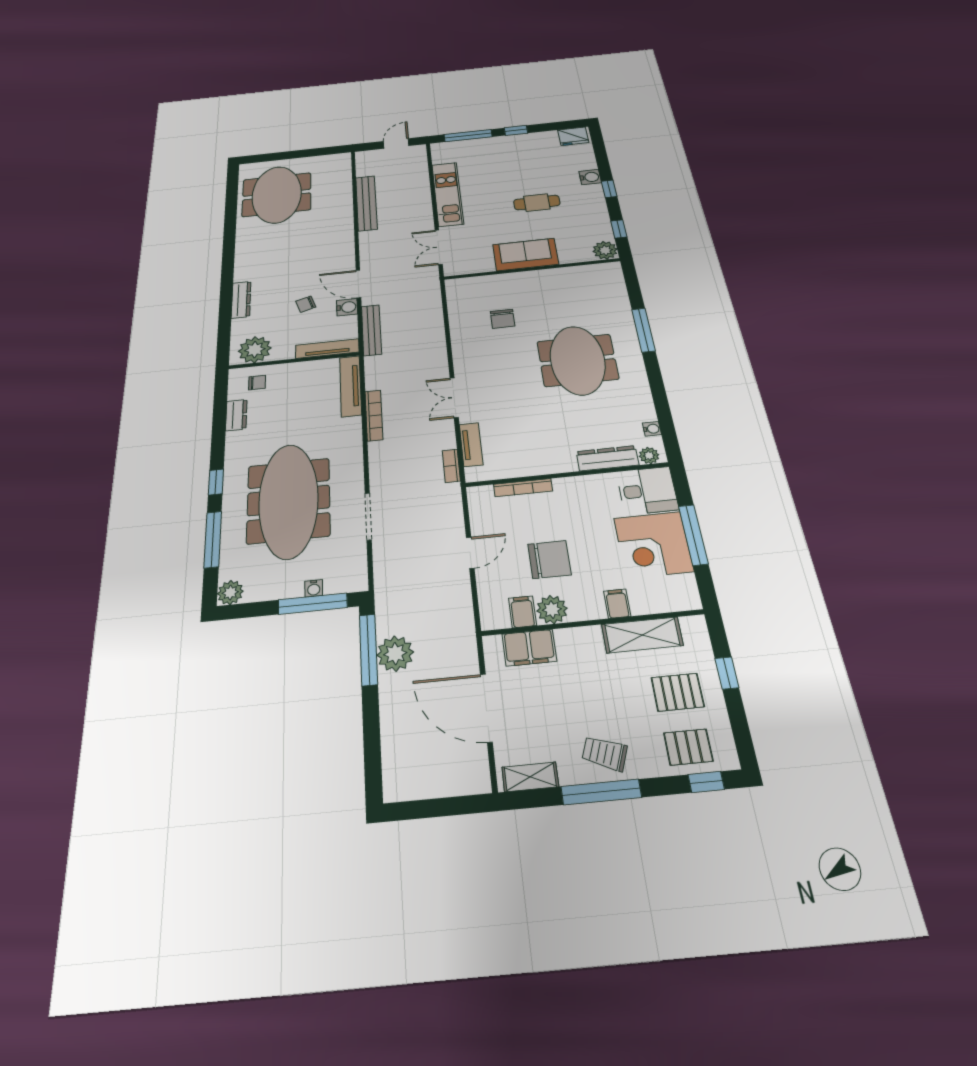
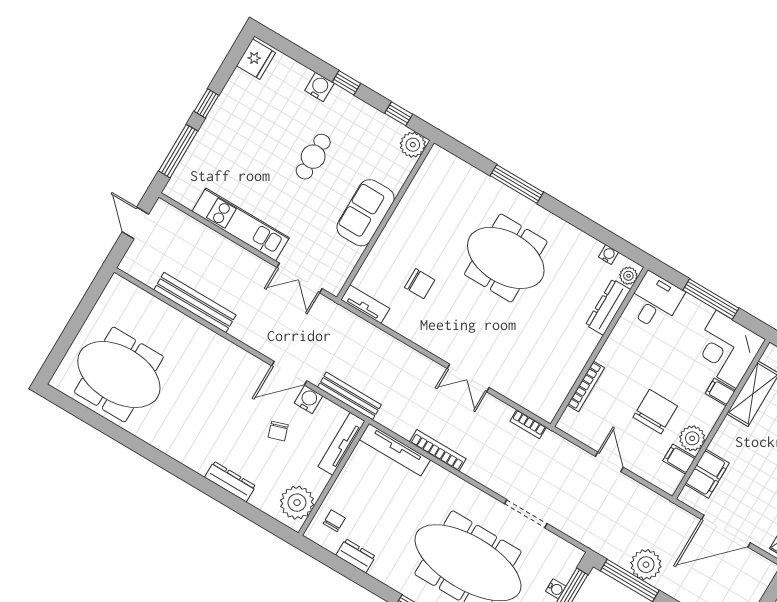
tv unit: (471, 444) -> (365, 304), moved
corner desk: (653, 545) -> (726, 349), moved, turned 90

